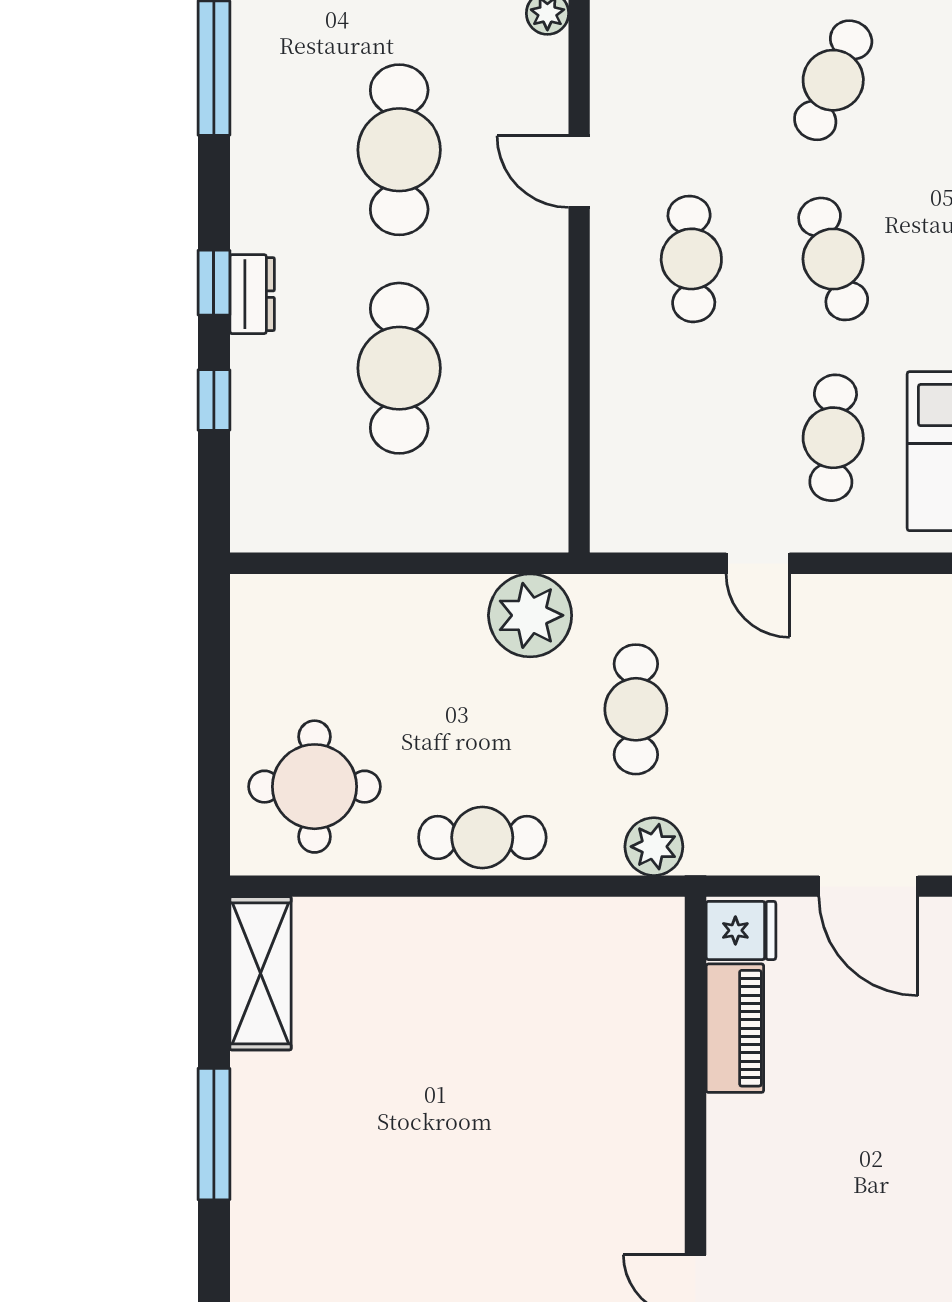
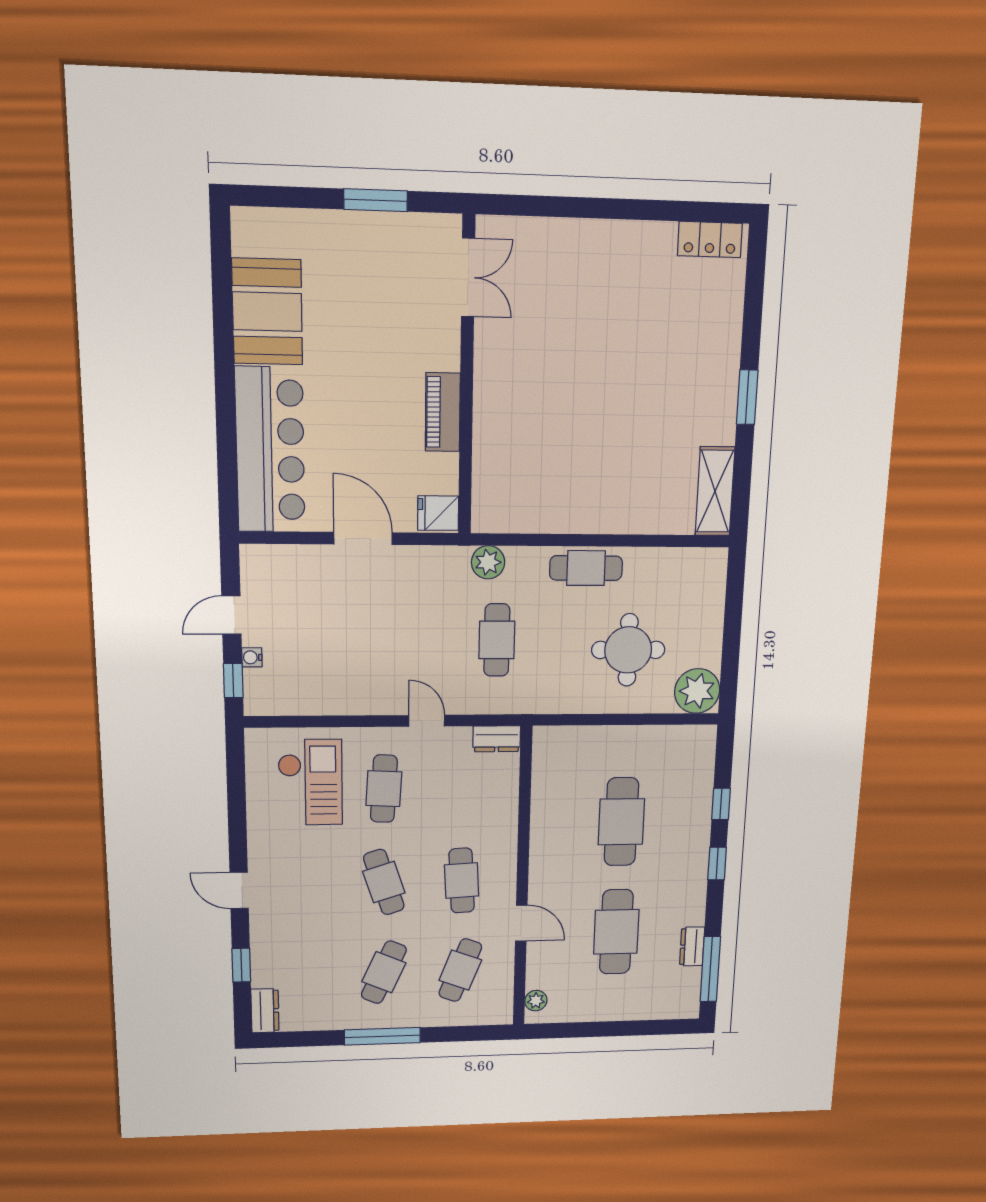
cafe table: (691, 80) -> (460, 970), added
dresser: (252, 294) -> (692, 946), moved
dresser: (632, 529) -> (497, 739), added
plant: (530, 615) -> (697, 691), moved
round table: (315, 787) -> (628, 650), moved
piano: (735, 1028) -> (443, 412), moved
window: (214, 1134) -> (747, 397), width x0.69

